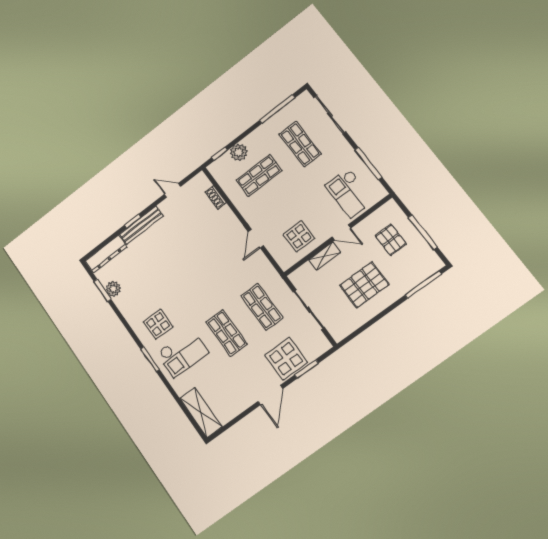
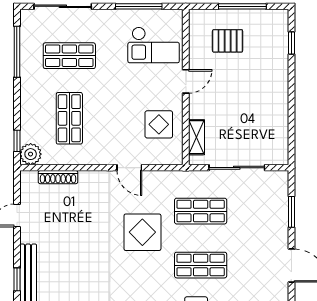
plant: (239, 152) -> (31, 154), moved
shoe rack: (216, 197) -> (58, 177), width x1.43
shelving: (325, 256) -> (196, 137), moved
pallet: (364, 285) -> (252, 97), removed
window: (423, 285) -> (291, 43), width x0.46
display table: (286, 359) -> (142, 232), moved

